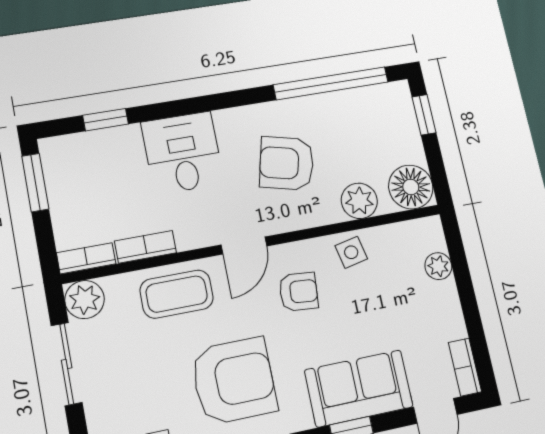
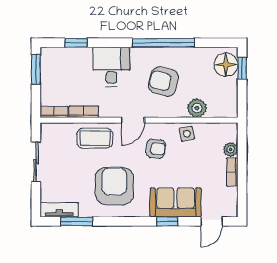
window: (331, 83) -> (163, 43), moved
floor lamp: (411, 187) -> (226, 65), moved
plant: (85, 300) -> (50, 132), removed
bookcase: (465, 367) -> (232, 172), moved
armchair: (234, 381) -> (114, 186), turned -90

